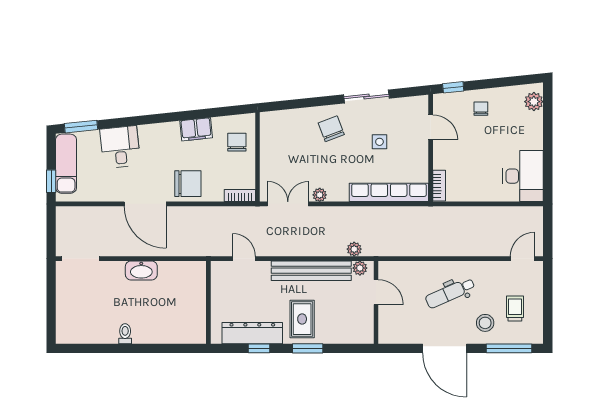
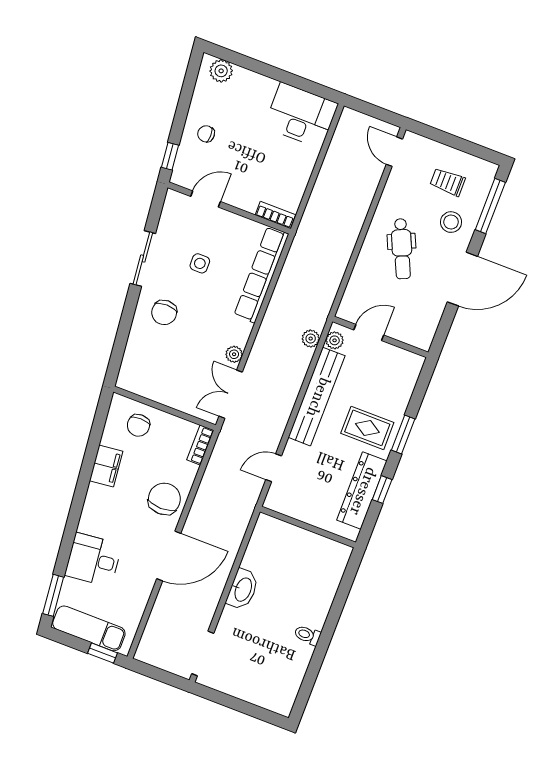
chair: (331, 129) -> (164, 312), turned -69
chair: (237, 142) -> (138, 425), turned -90

